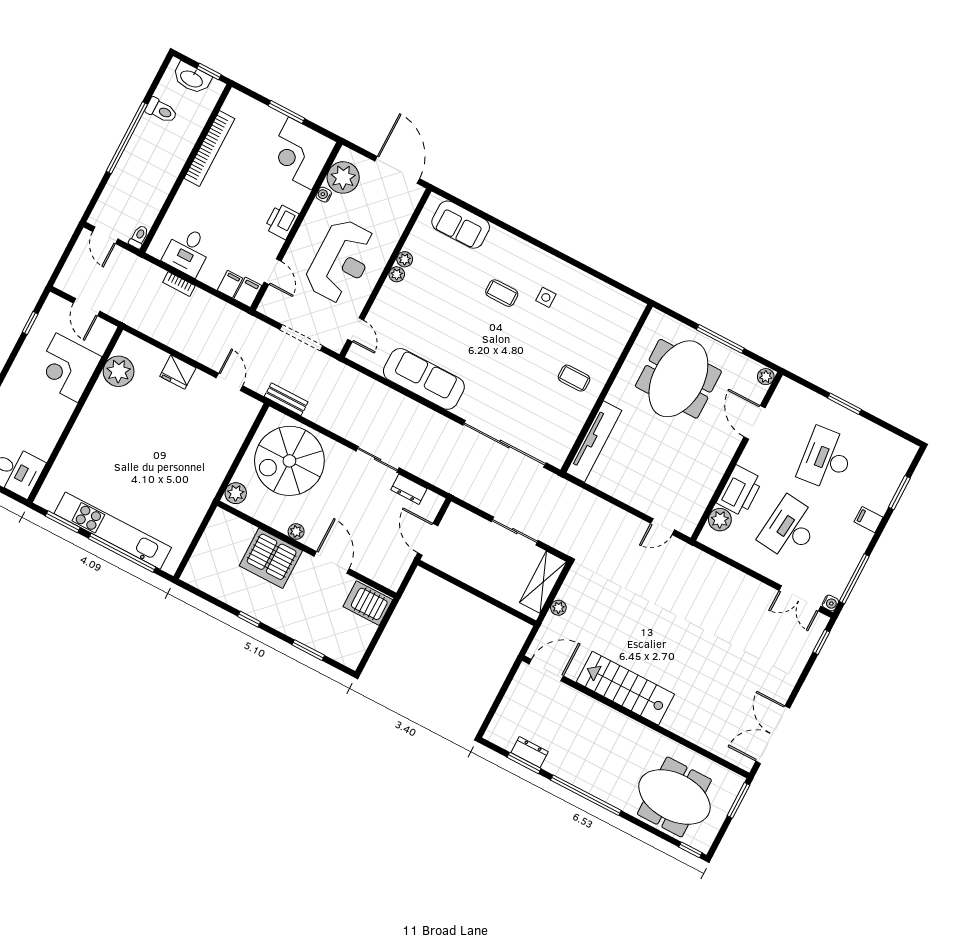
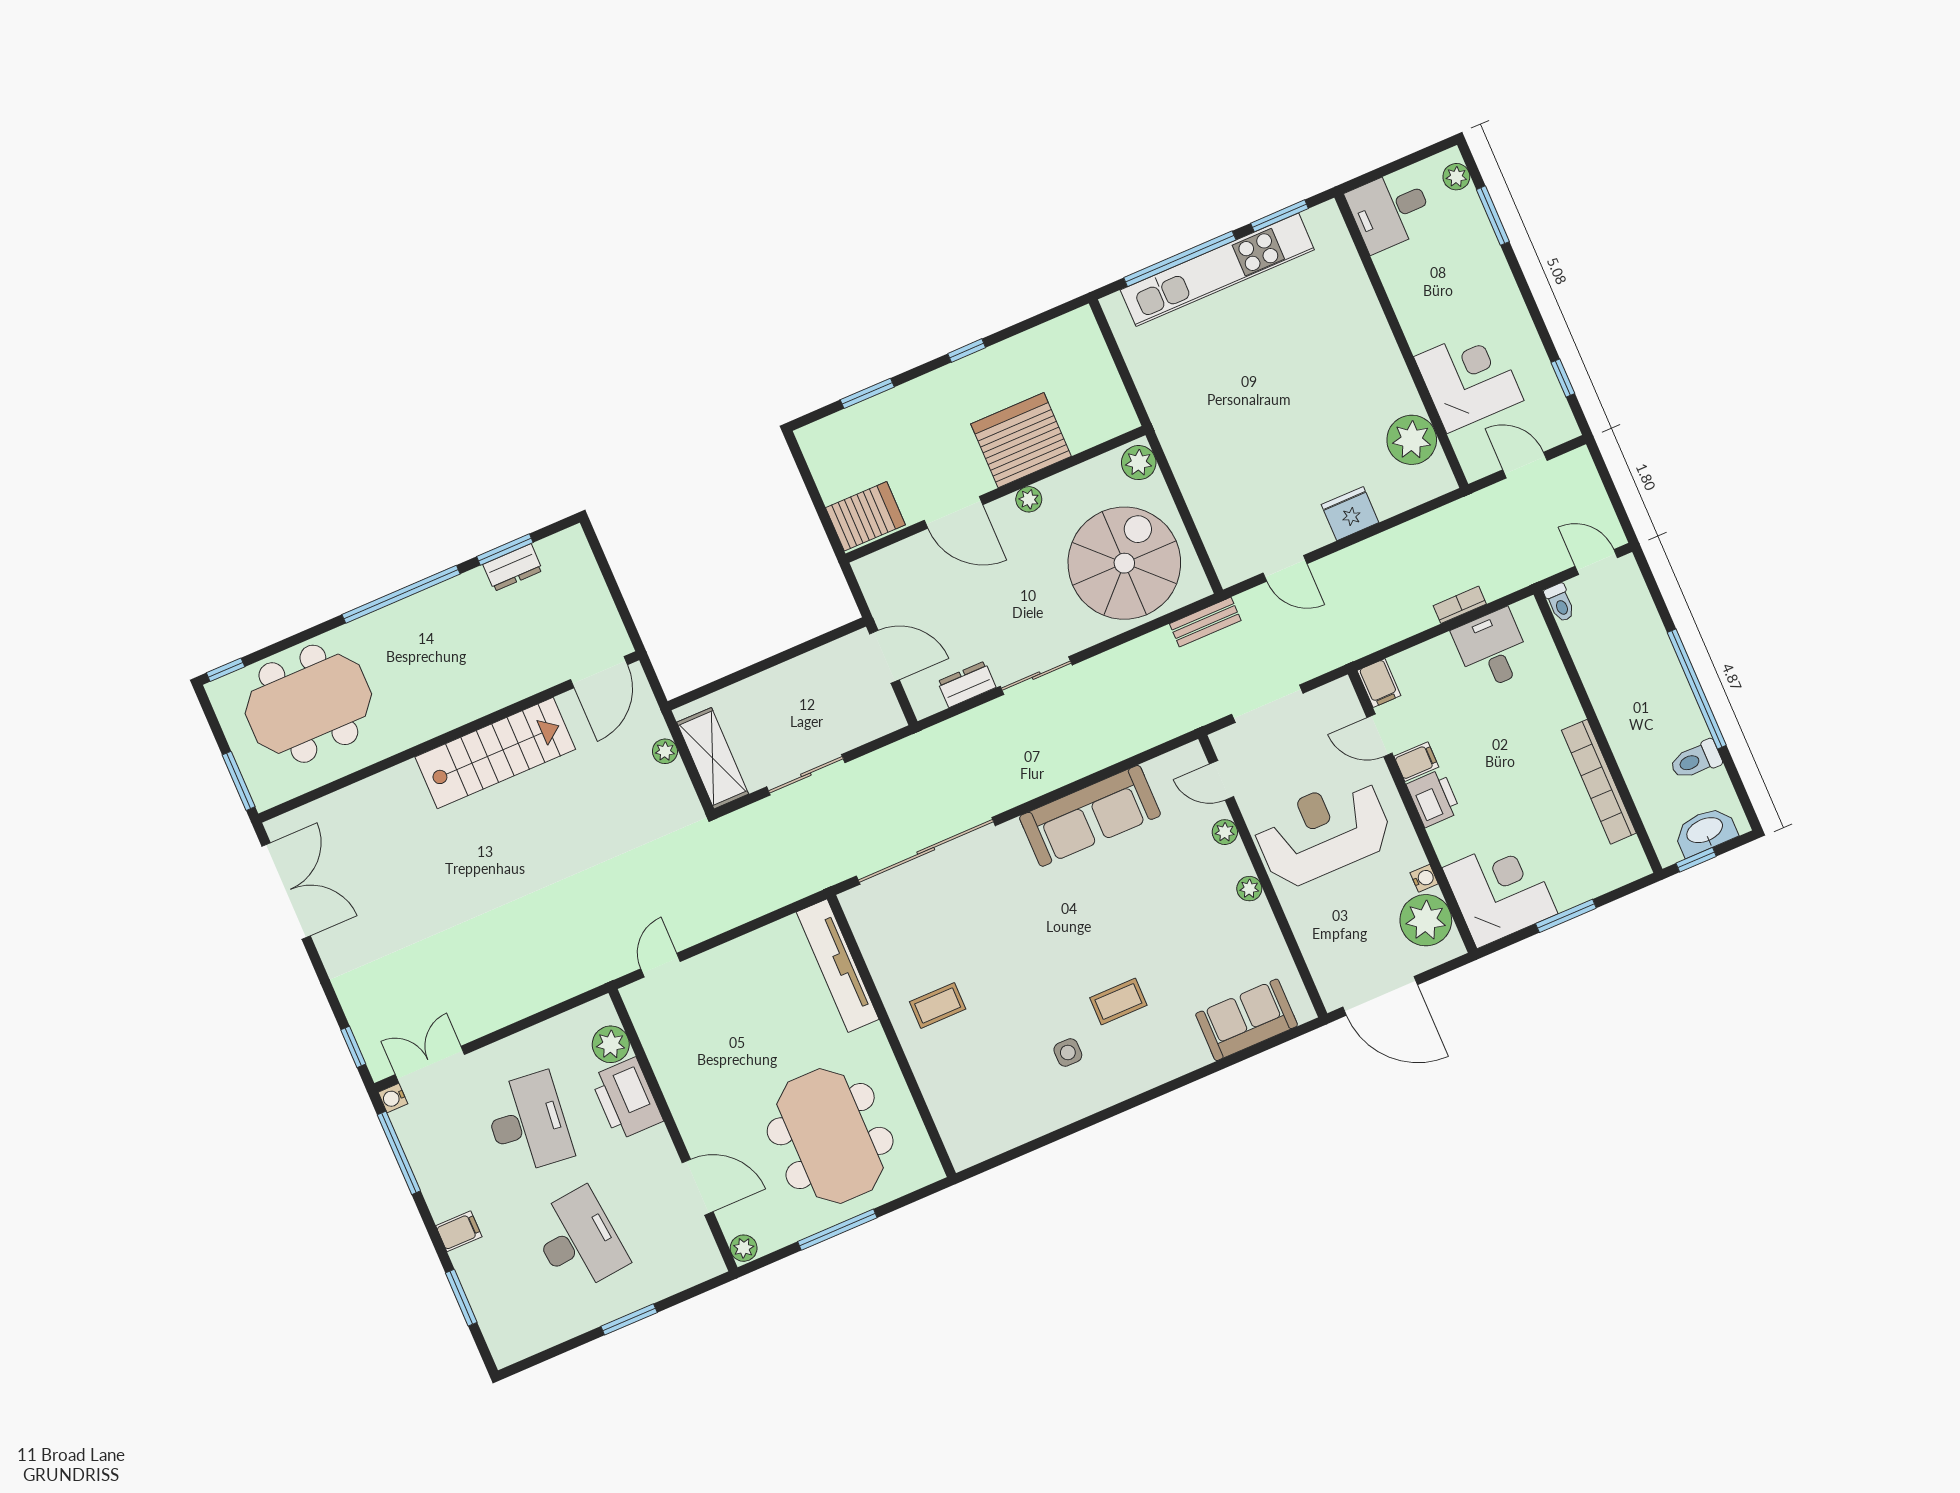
plant: (405, 259) -> (1225, 832), moved
reception desk: (341, 261) -> (1323, 832), turned 90
filing cabinet: (230, 284) -> (1416, 762), moved, turned -90

